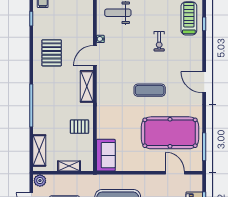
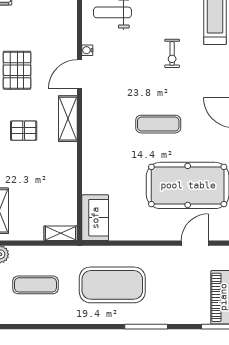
pallet: (79, 127) -> (24, 131), moved
shelving: (69, 166) -> (61, 233), moved
door: (175, 173) -> (195, 243), hinge flipped

